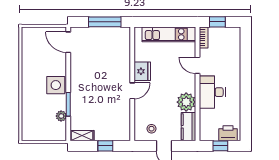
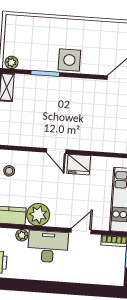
plant: (204, 114) -> (22, 235), added
plant: (61, 116) -> (11, 62), moved

